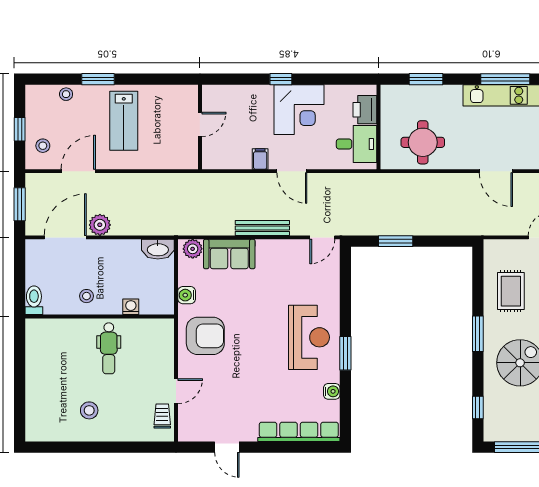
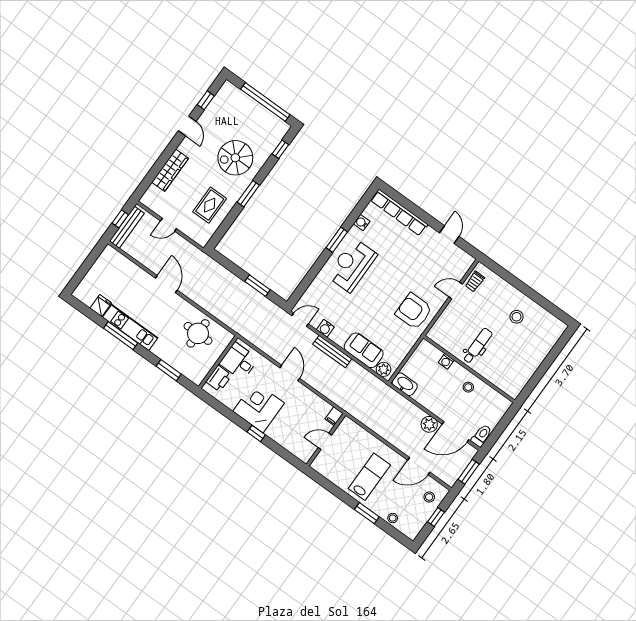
filing cabinet: (260, 159) -> (334, 416), moved
water cooler: (187, 295) -> (325, 328), moved, turned 90
toilet: (34, 300) -> (482, 436), moved, turned 180

